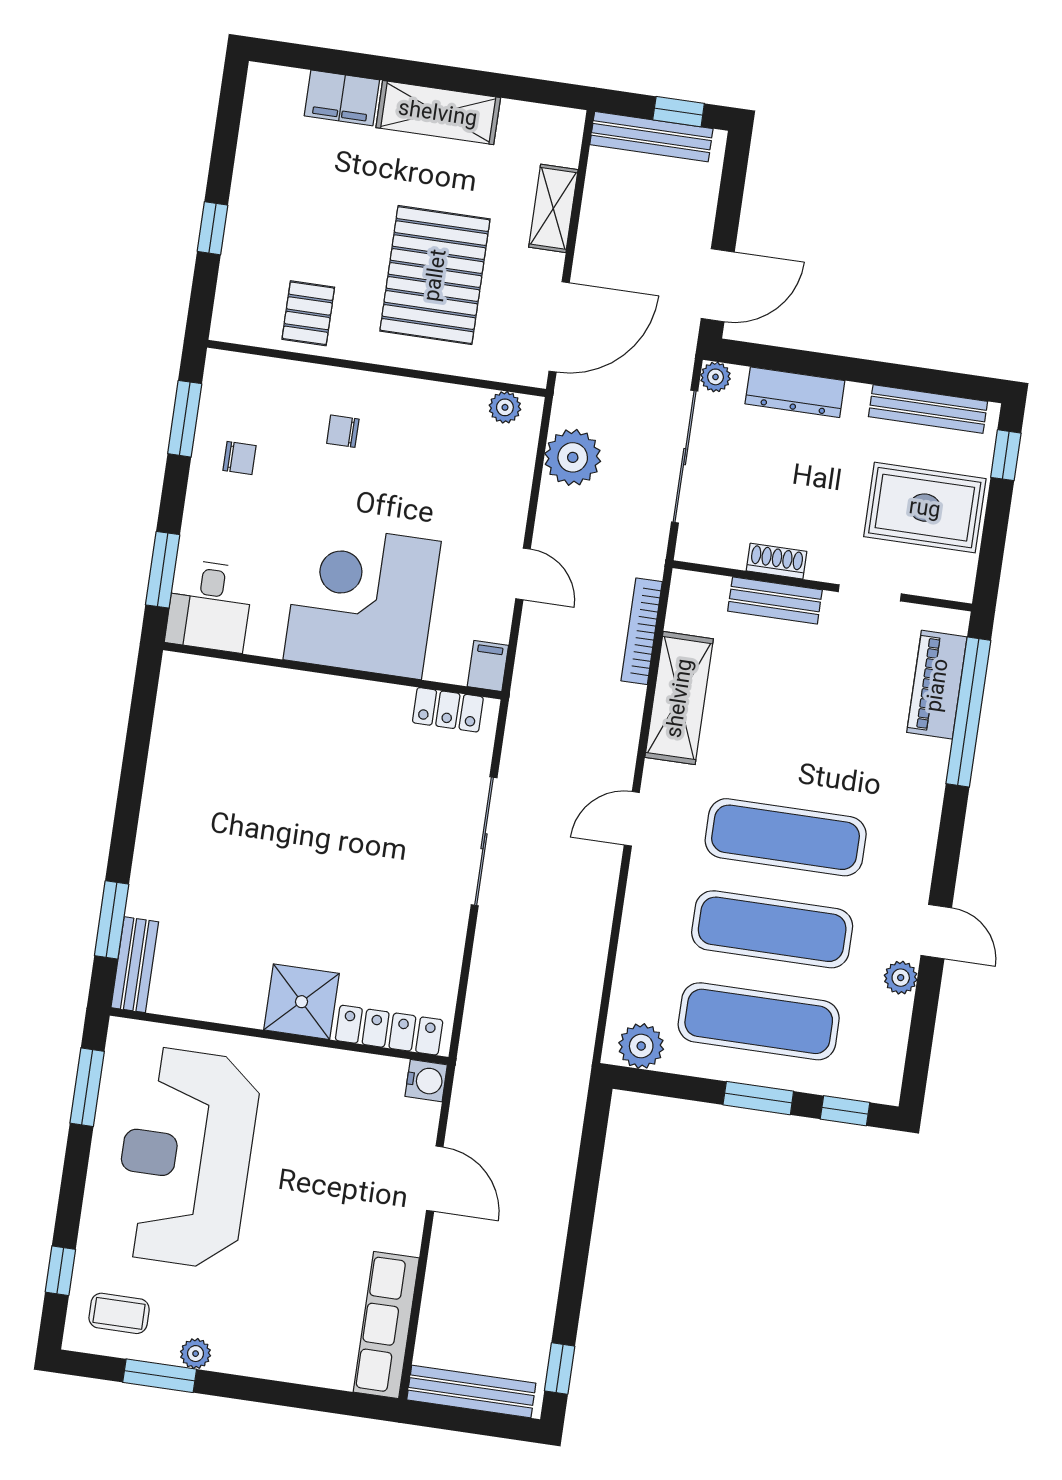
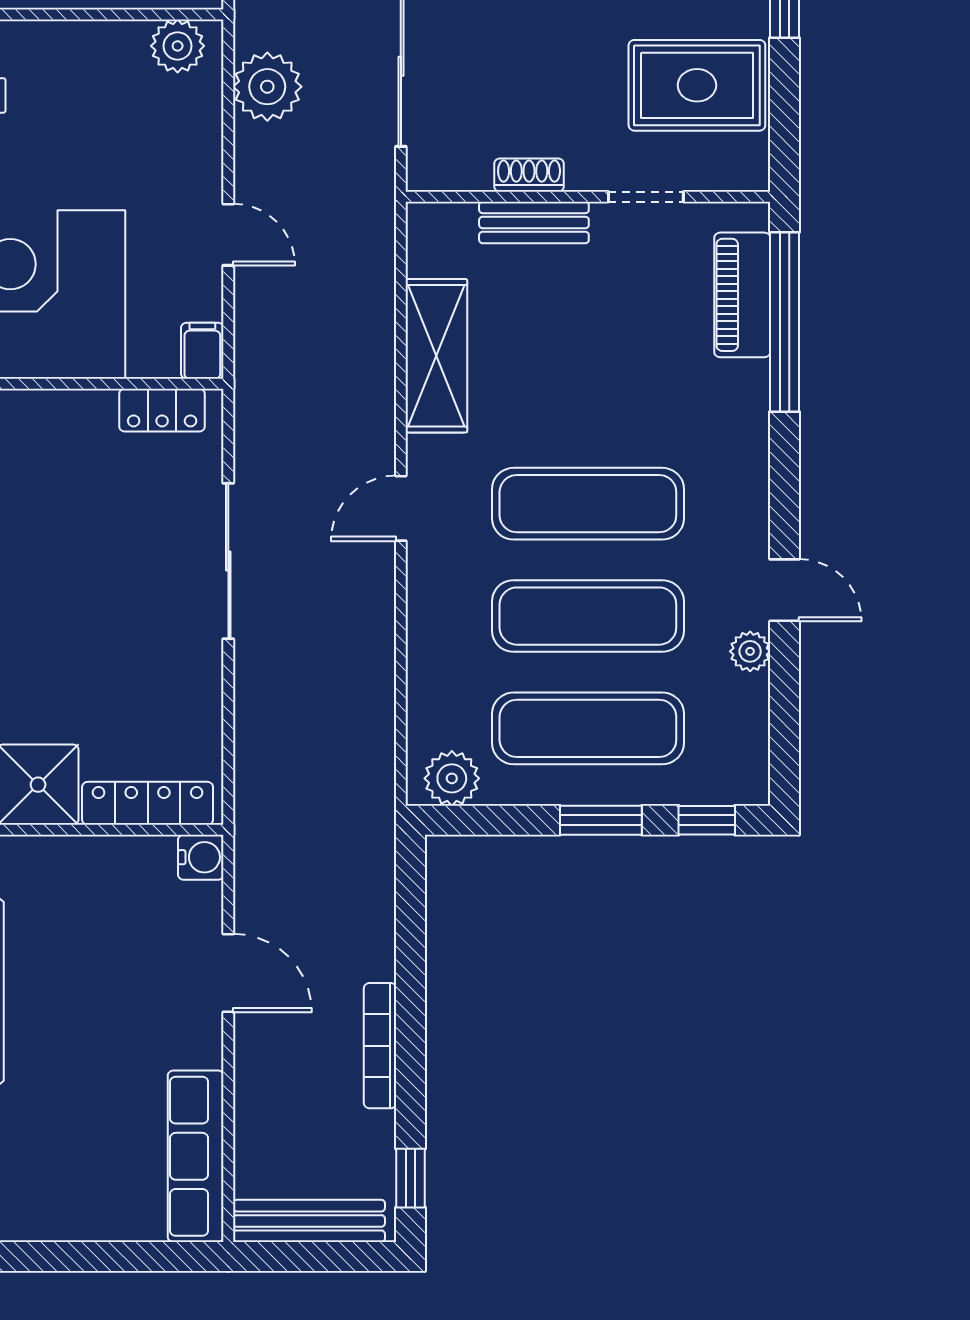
plant: (505, 407) -> (178, 46), width x1.38, depth x1.38
bookcase: (642, 631) -> (380, 1046), moved

